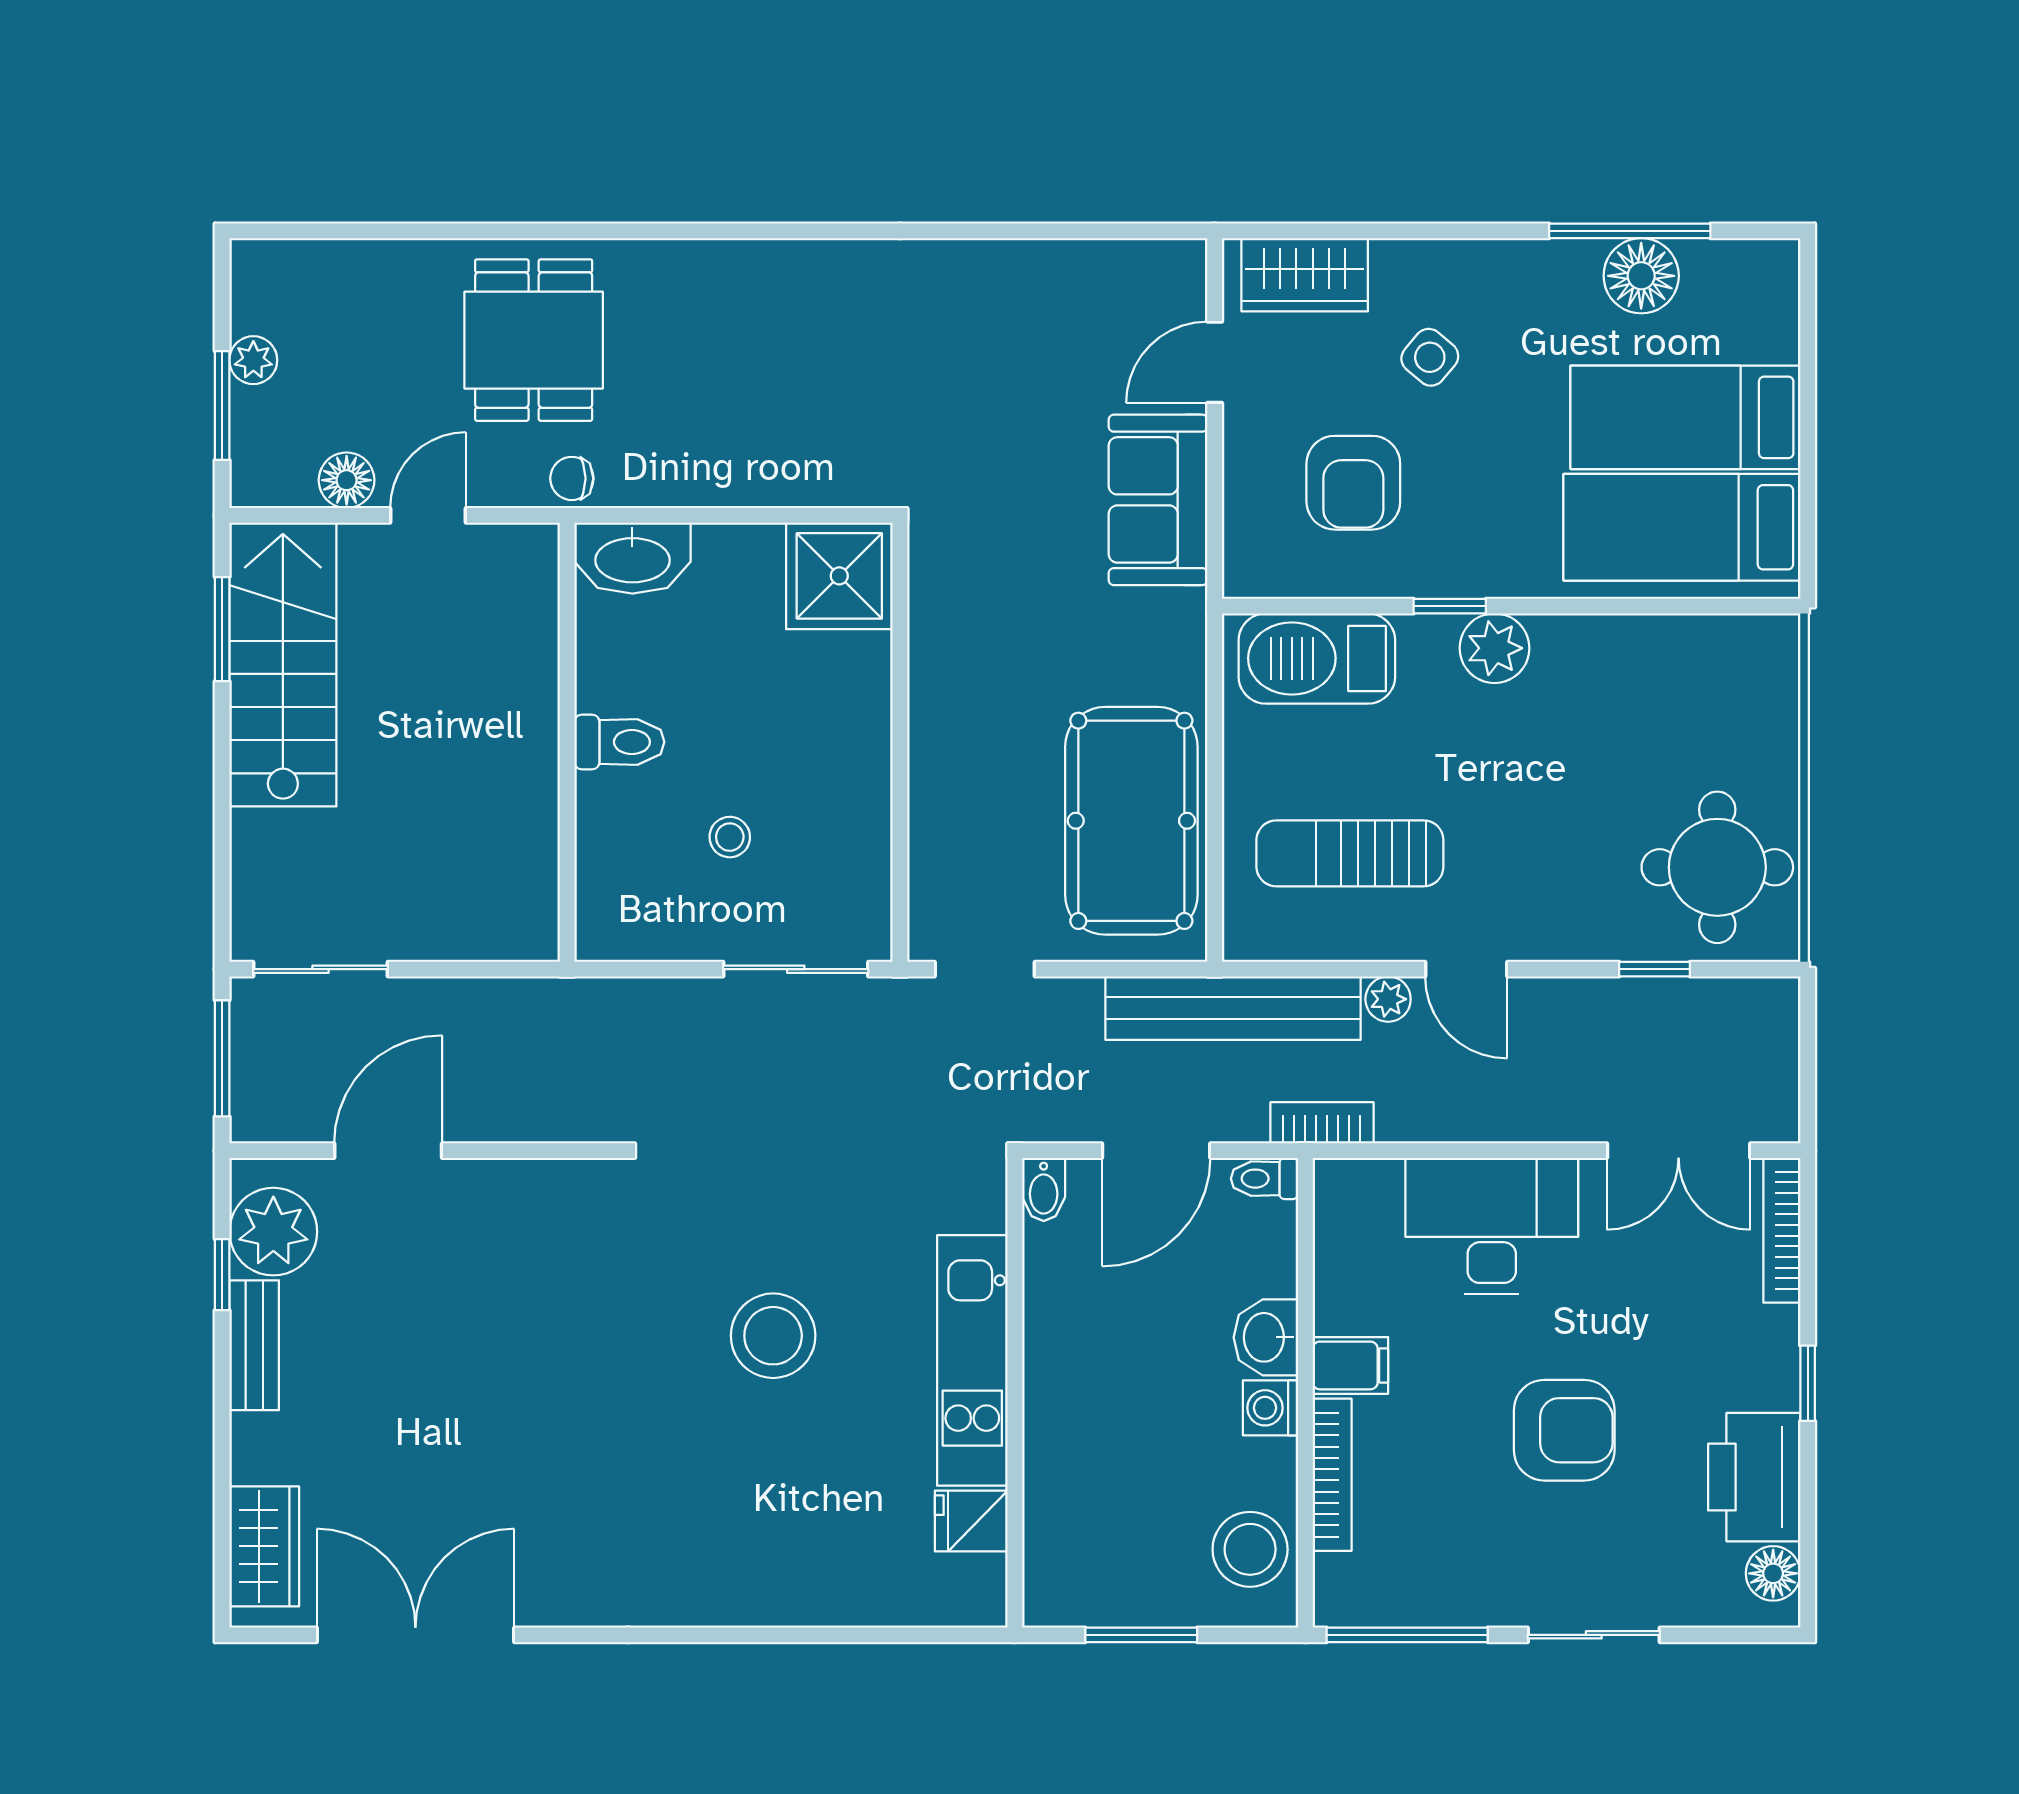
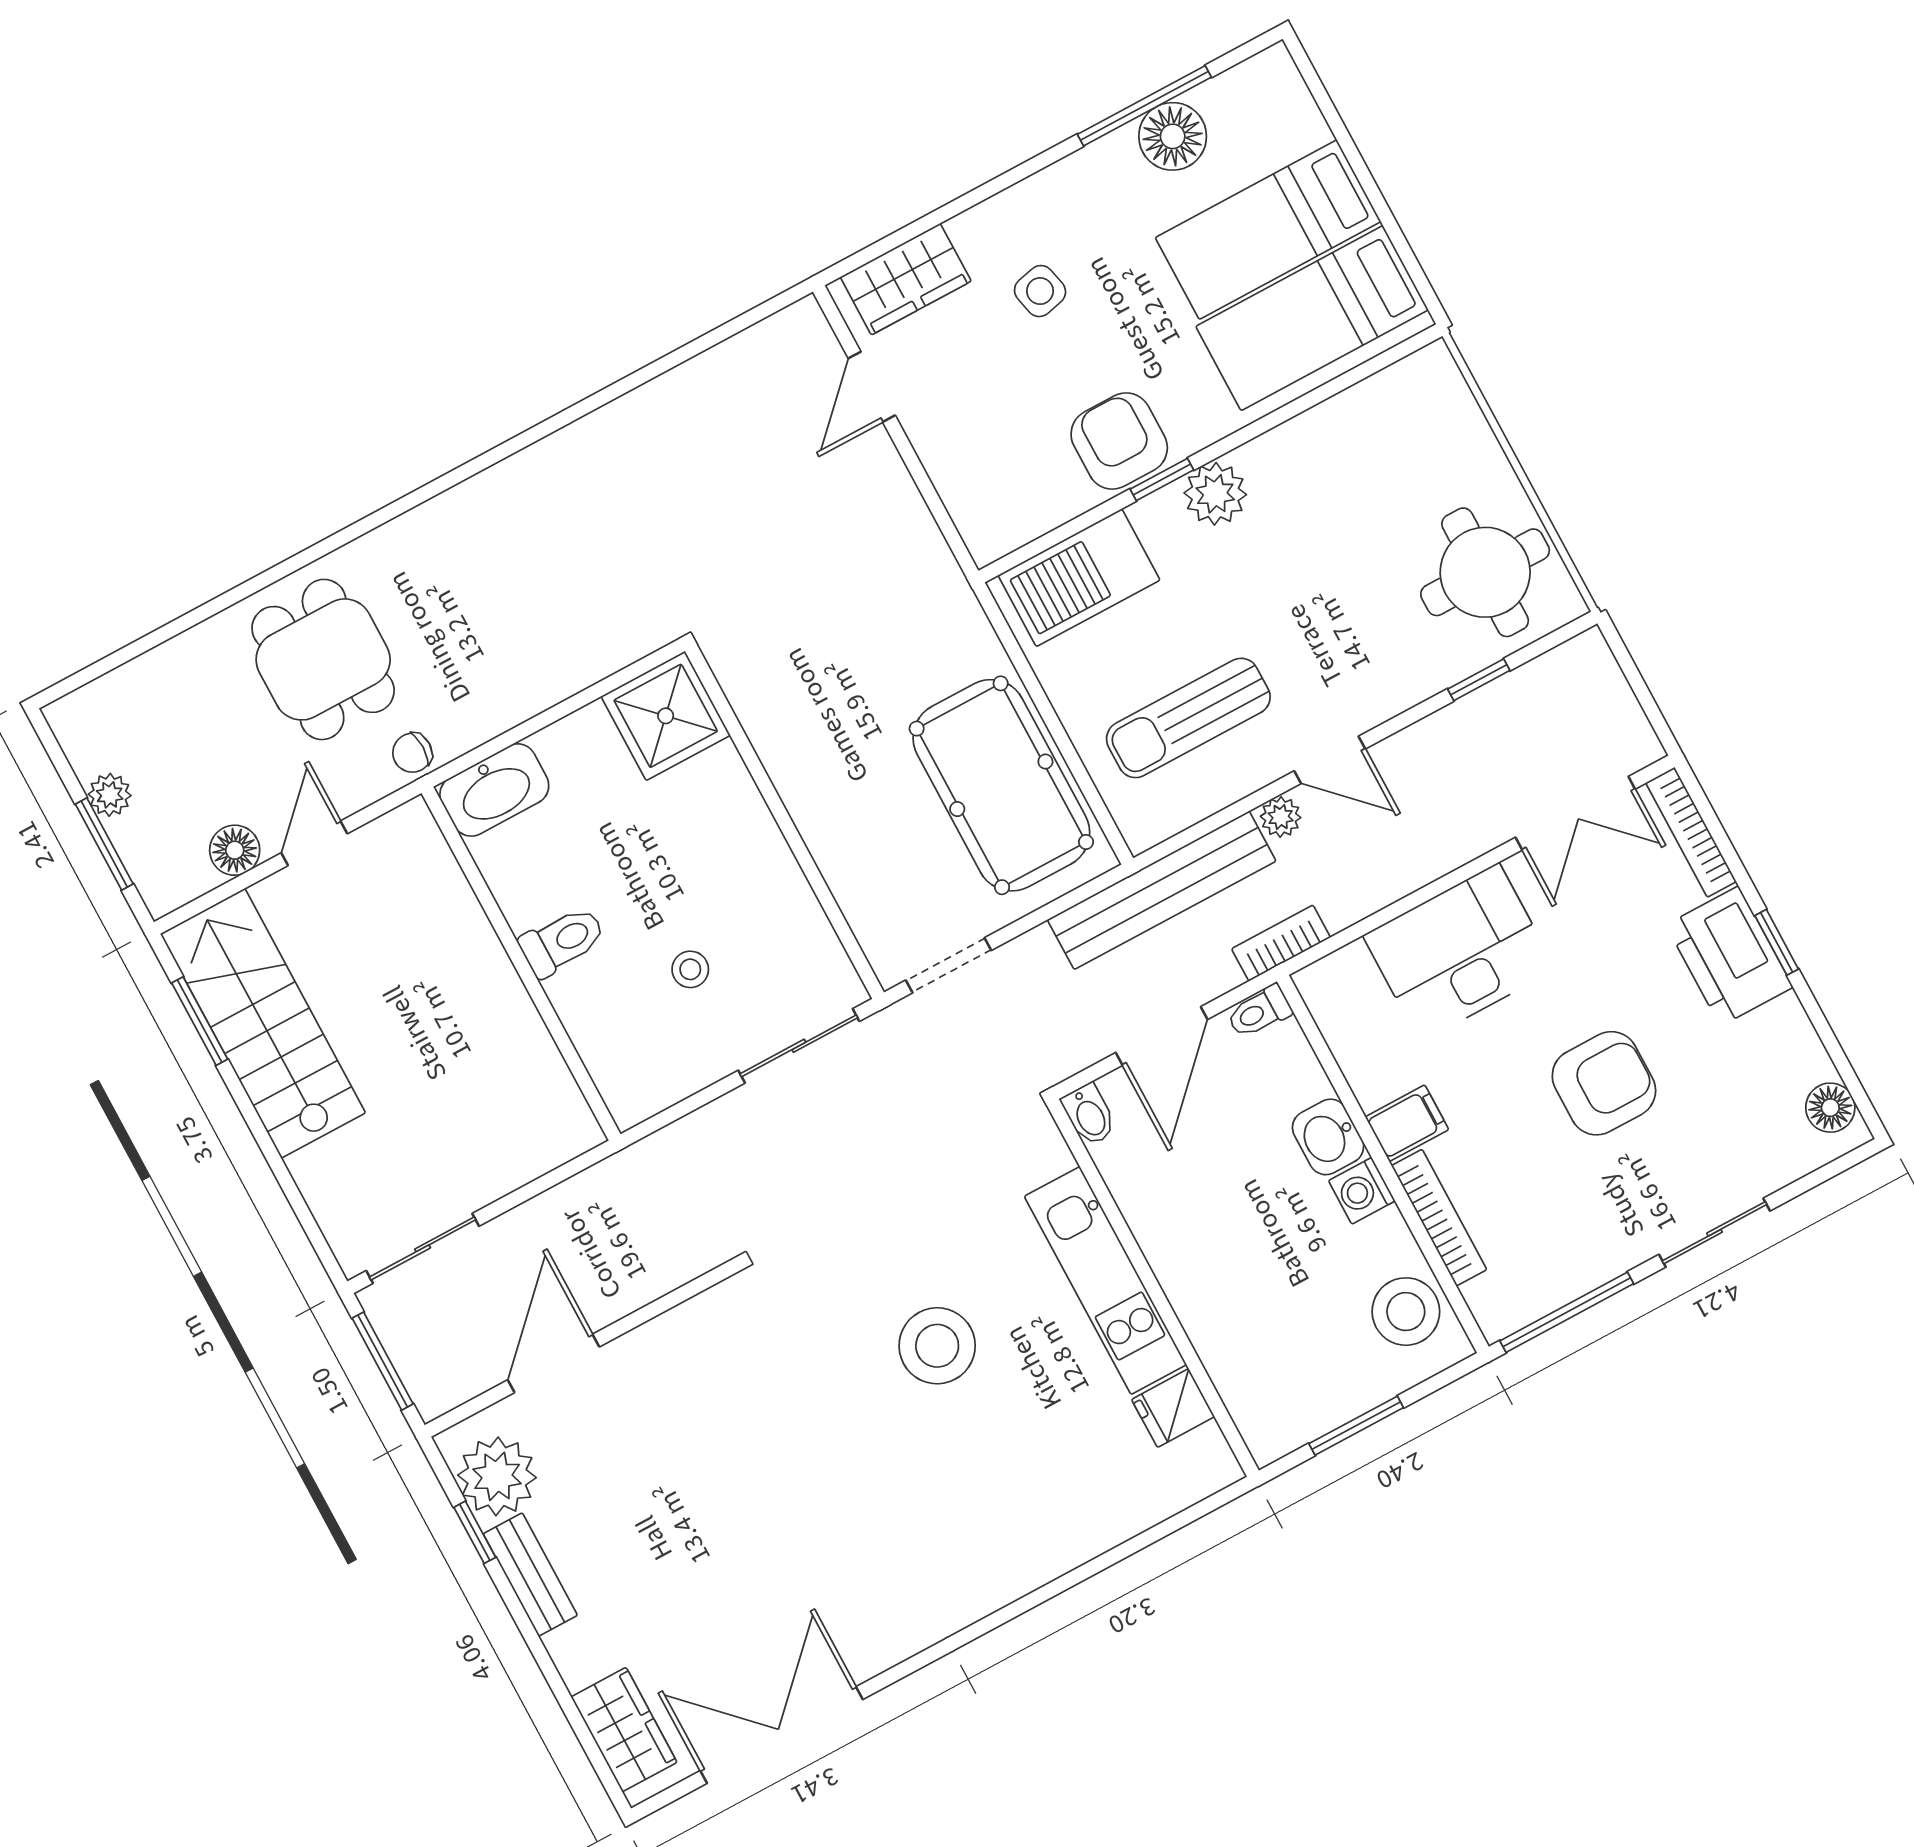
side table: (1430, 357) -> (1040, 291), turned 37
armchair: (1353, 483) -> (1119, 441), moved, turned 180
sofa: (1158, 500) -> (886, 520), removed
printer: (1754, 1477) -> (1729, 956), moved

